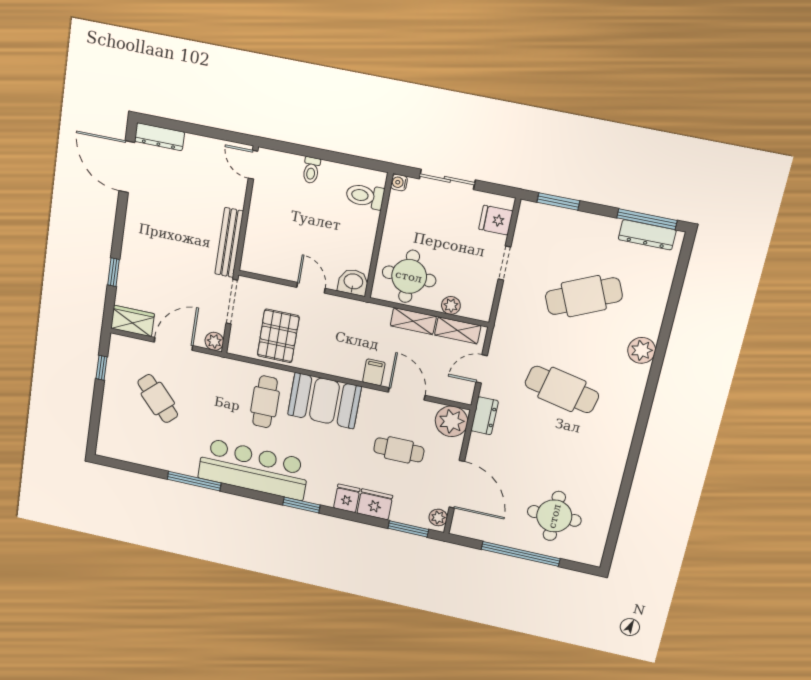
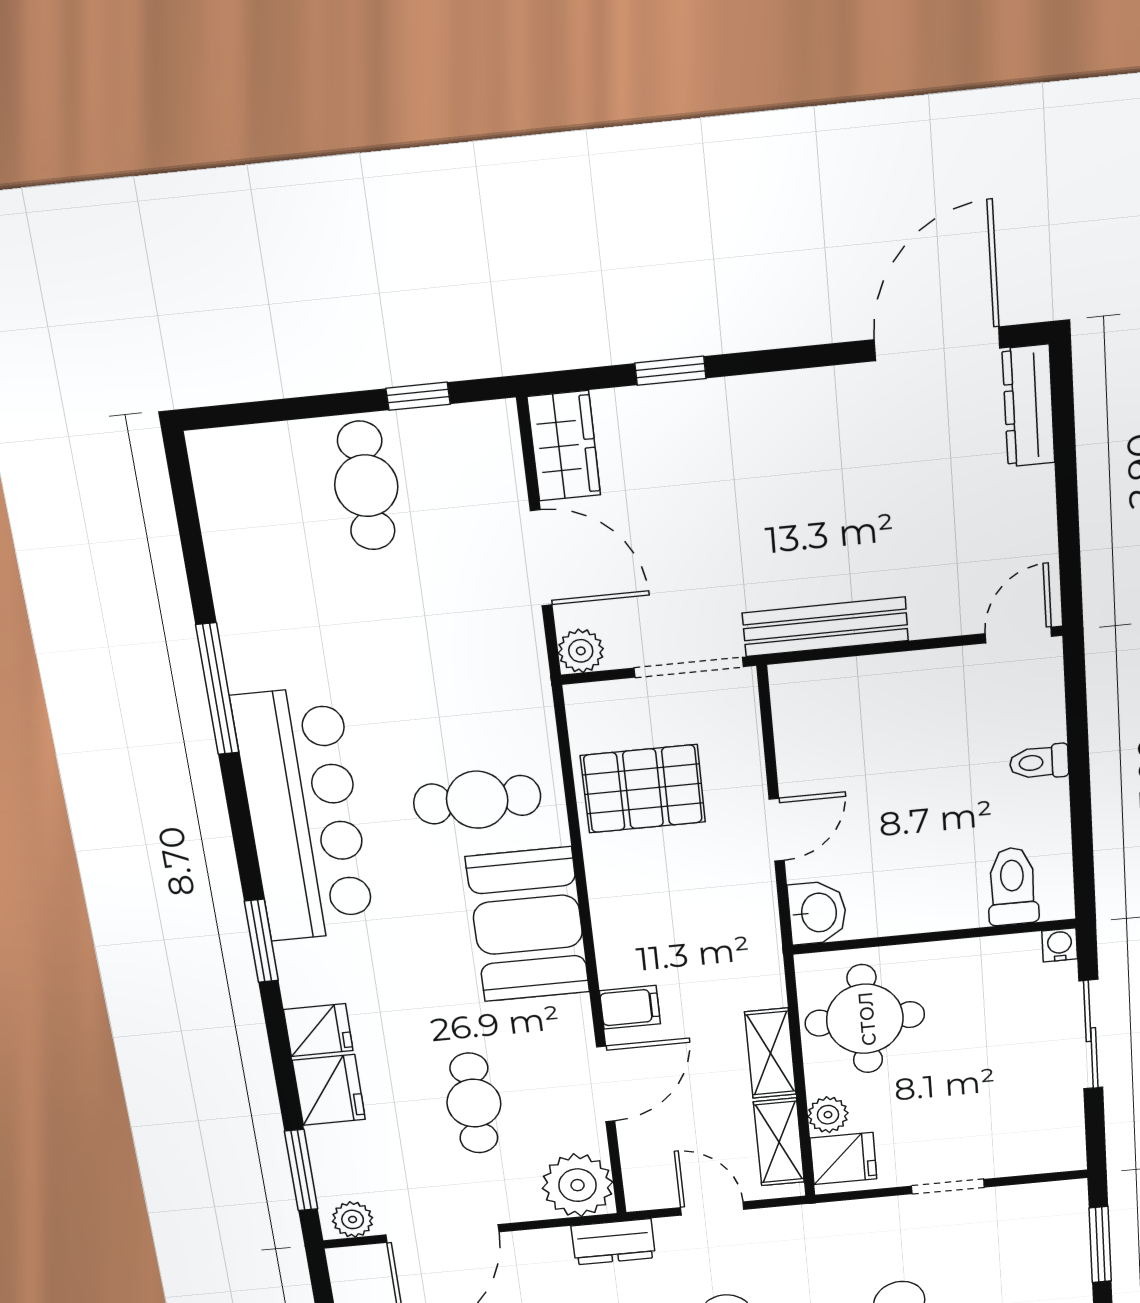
fridge: (496, 220) -> (843, 1158), moved, turned 90
cafe table: (158, 399) -> (366, 486), moved, turned -47

